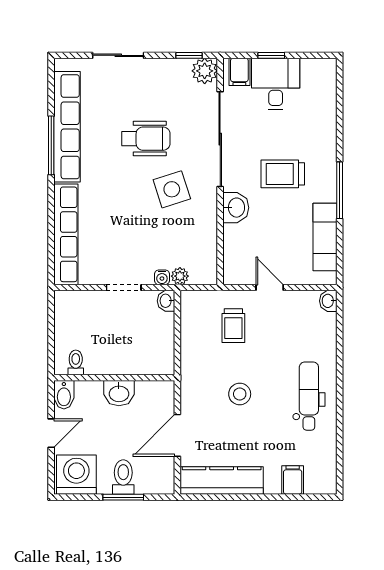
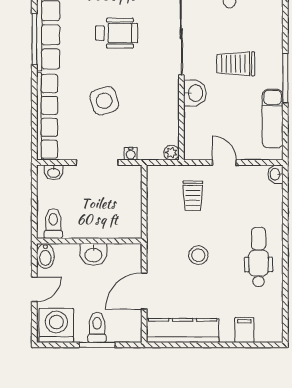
side table: (172, 189) -> (104, 101), moved
plant: (180, 276) -> (171, 153), moved
doorway: (124, 287) -> (97, 163), width x1.38
washbasin: (166, 301) -> (54, 172), moved, turned -90
toilet: (76, 362) -> (53, 224), width x1.37, depth x1.39

